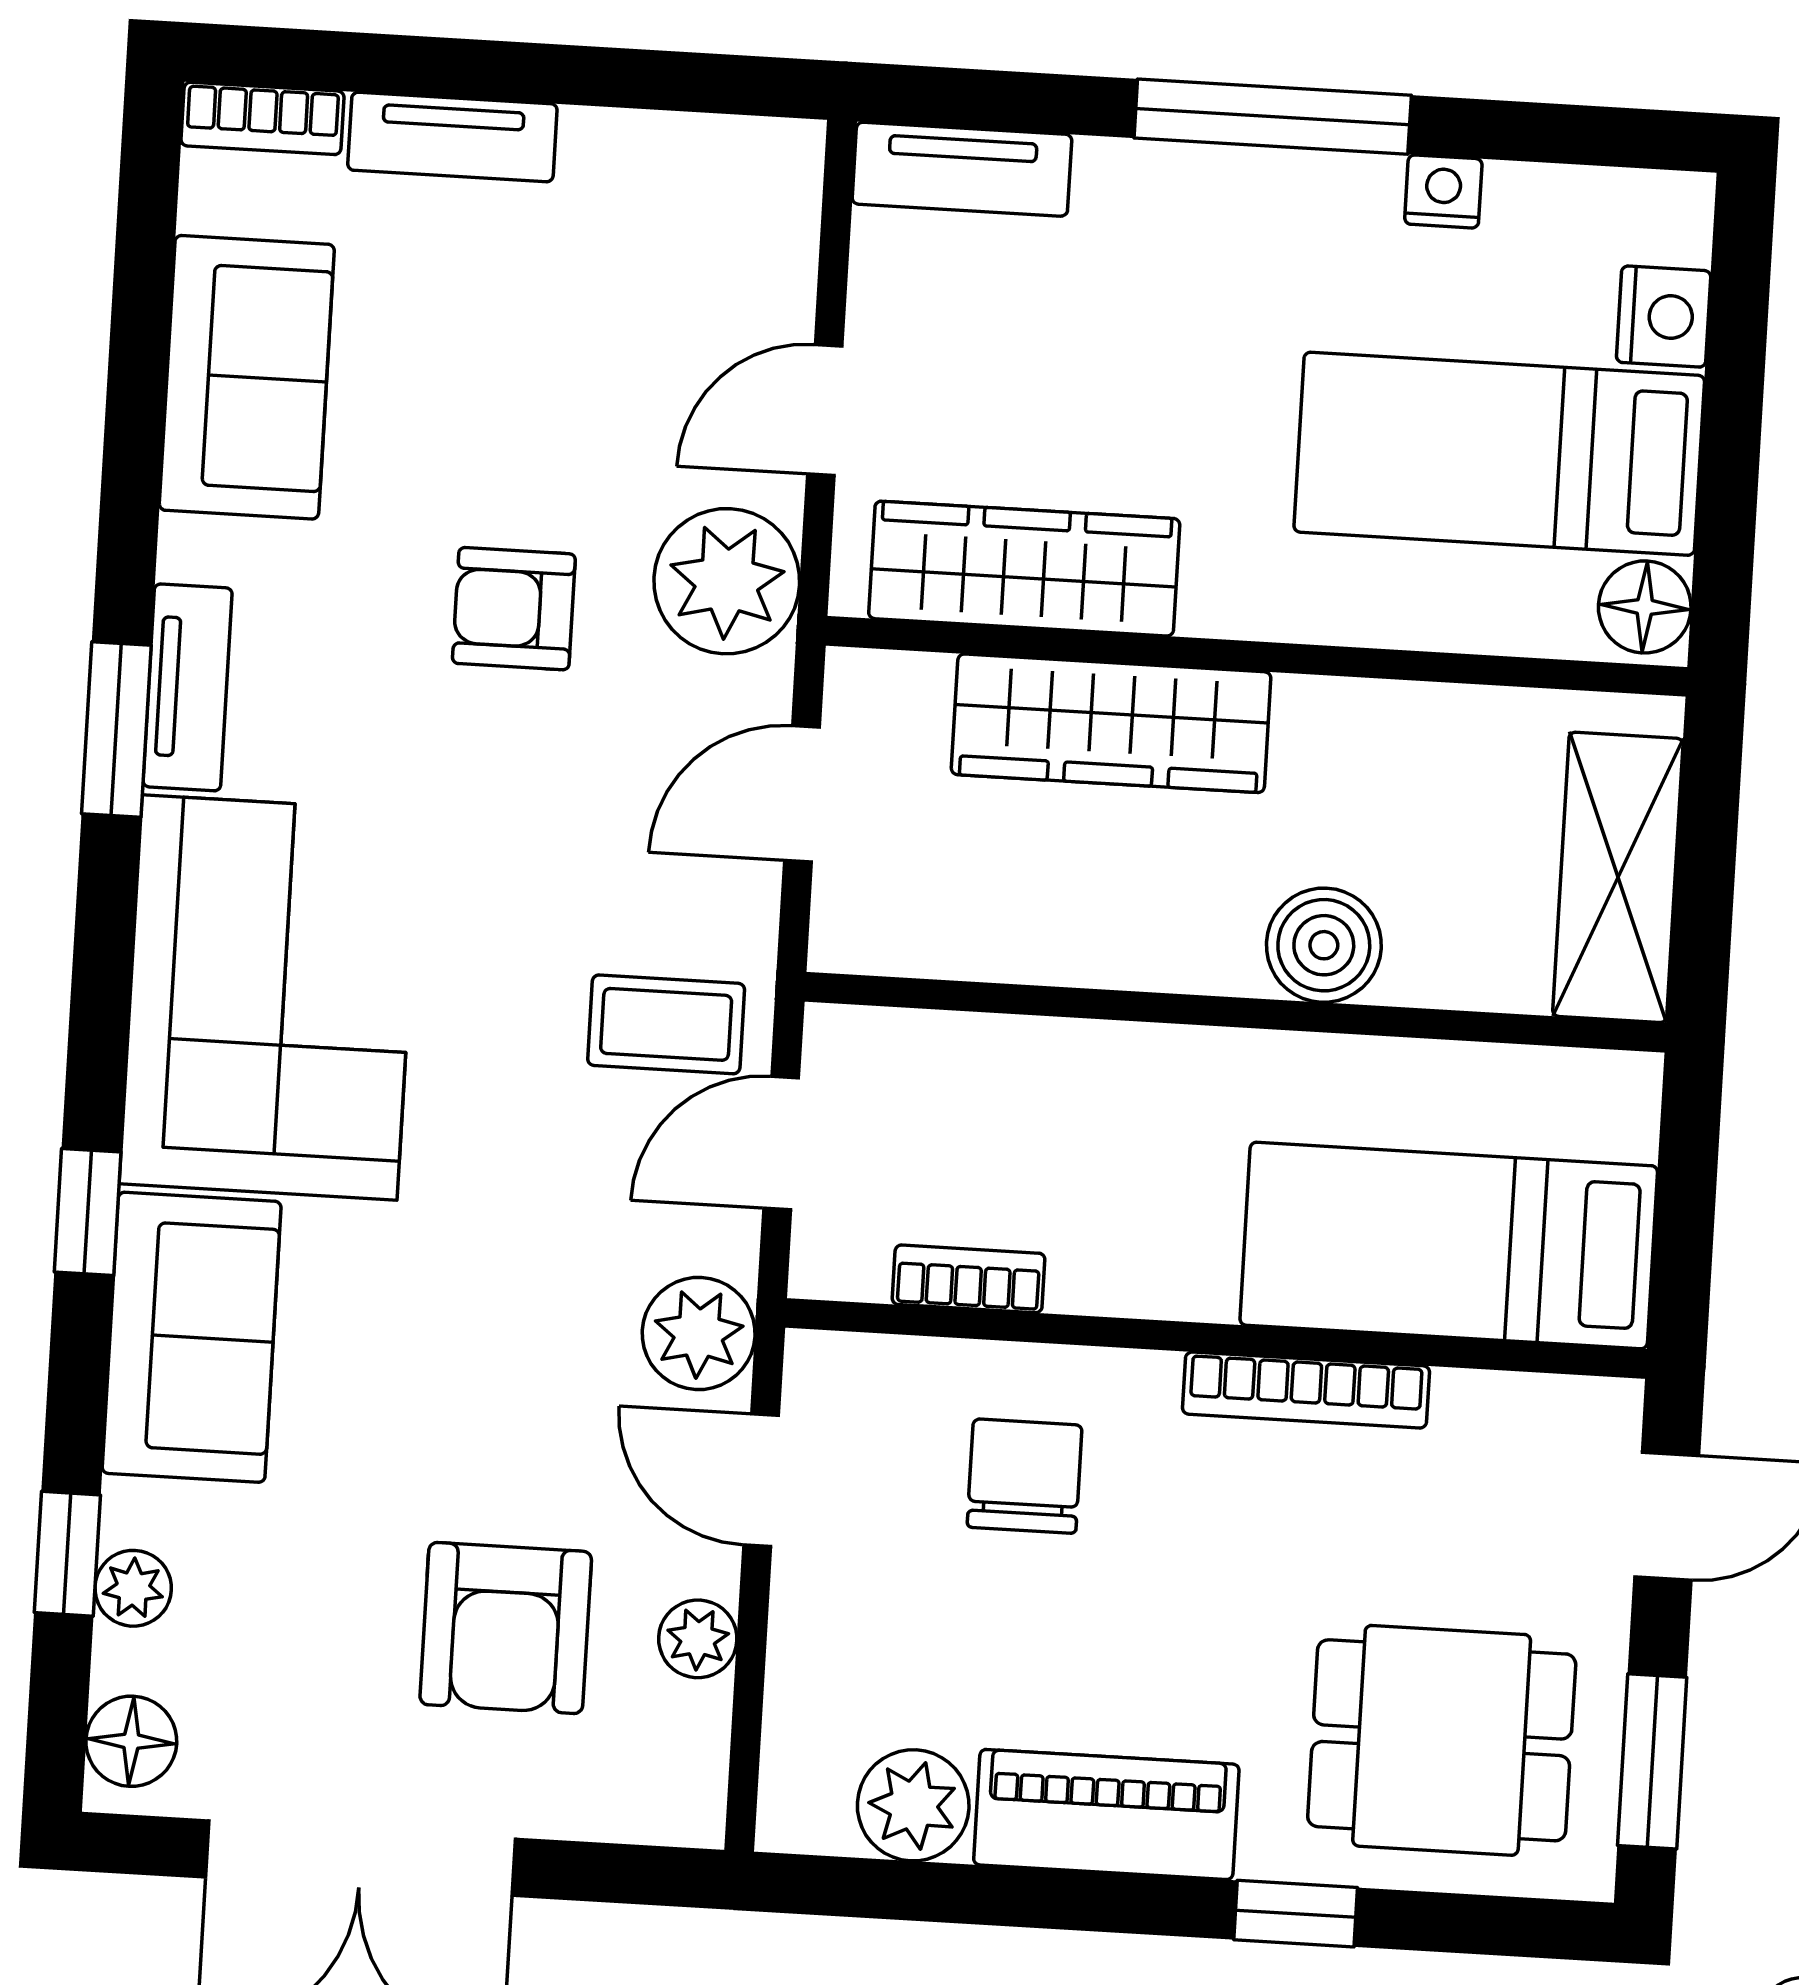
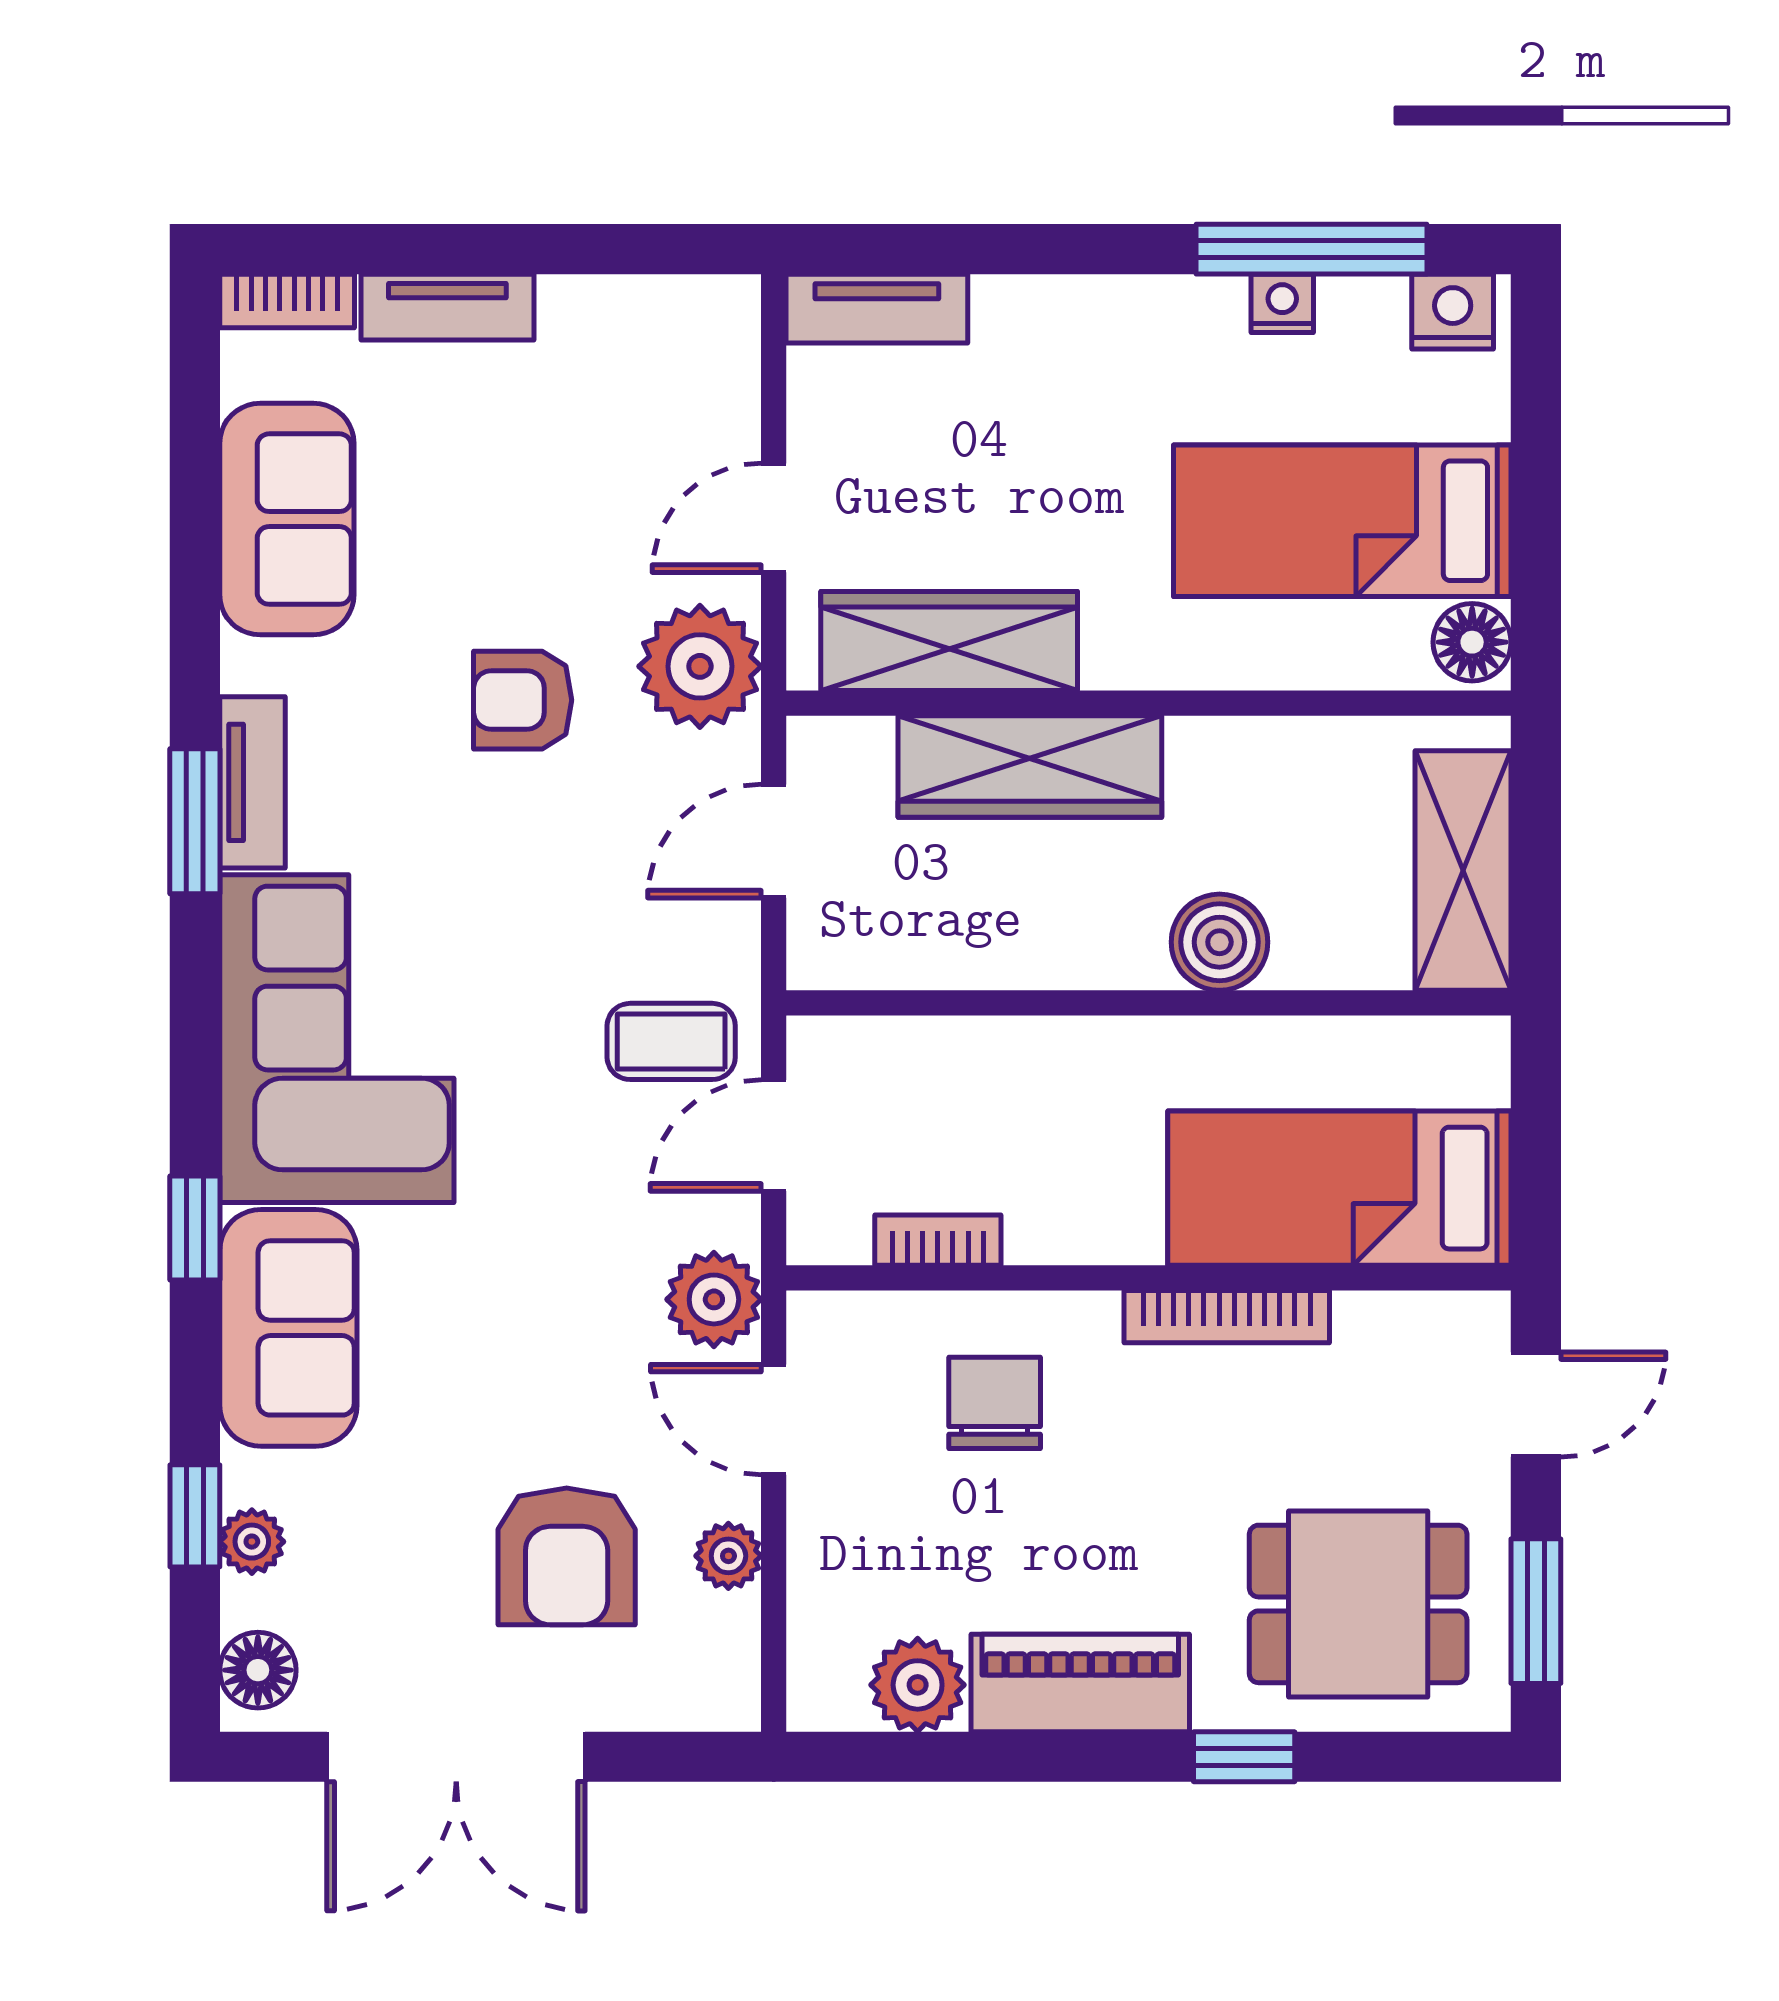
window: (1273, 117) -> (1311, 249), moved
nightstand: (1664, 317) -> (1453, 312), moved, turned -90

